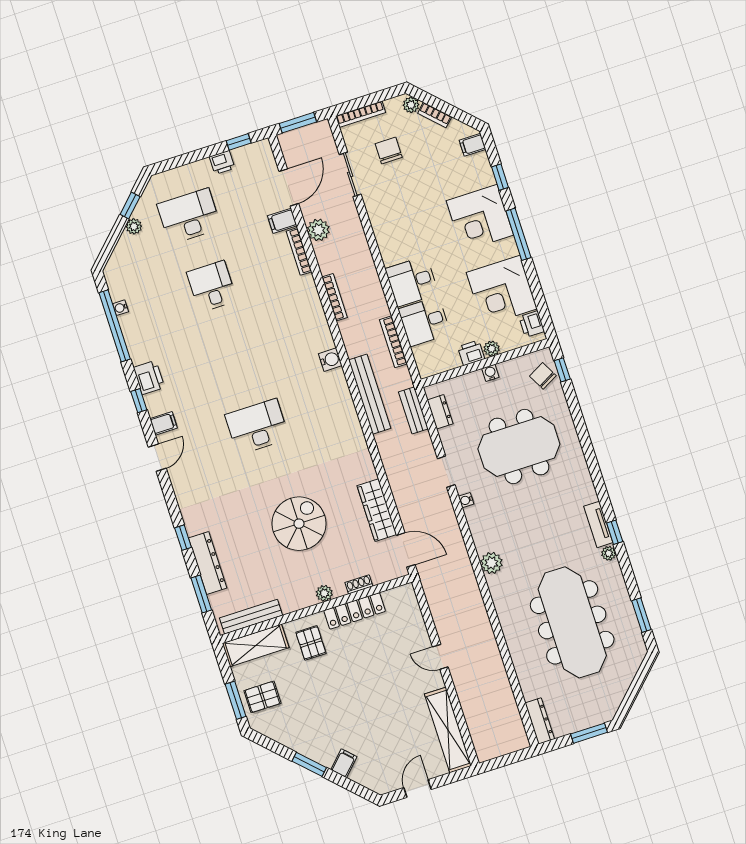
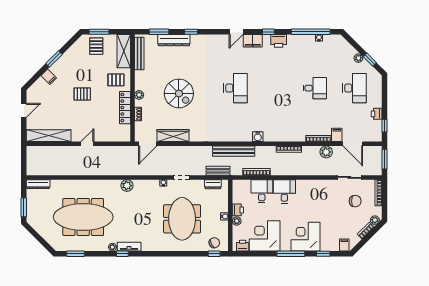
filing cabinet: (164, 423) -> (253, 41), width x2.00
door: (157, 458) -> (236, 32), hinge flipped
pallet: (355, 694) -> (82, 94), added
door: (418, 789) -> (24, 110), hinge flipped

